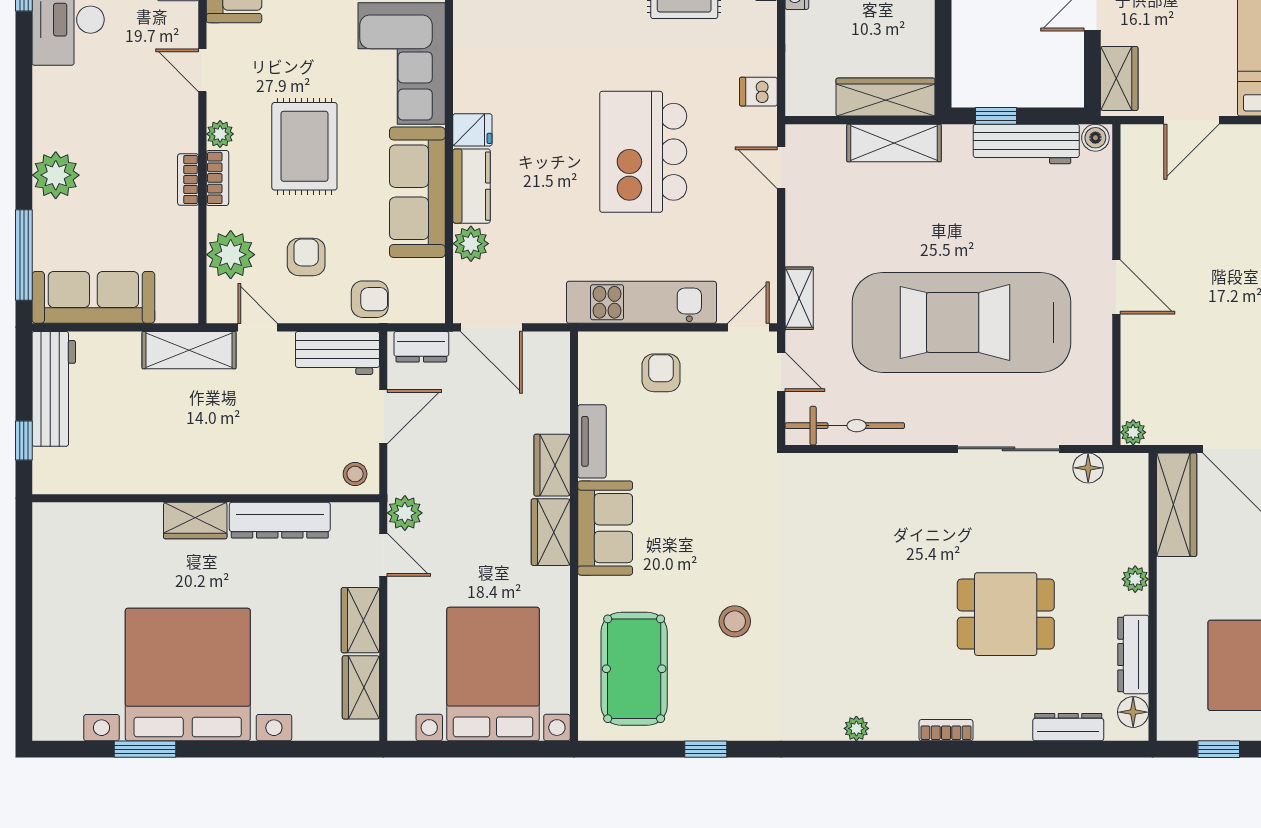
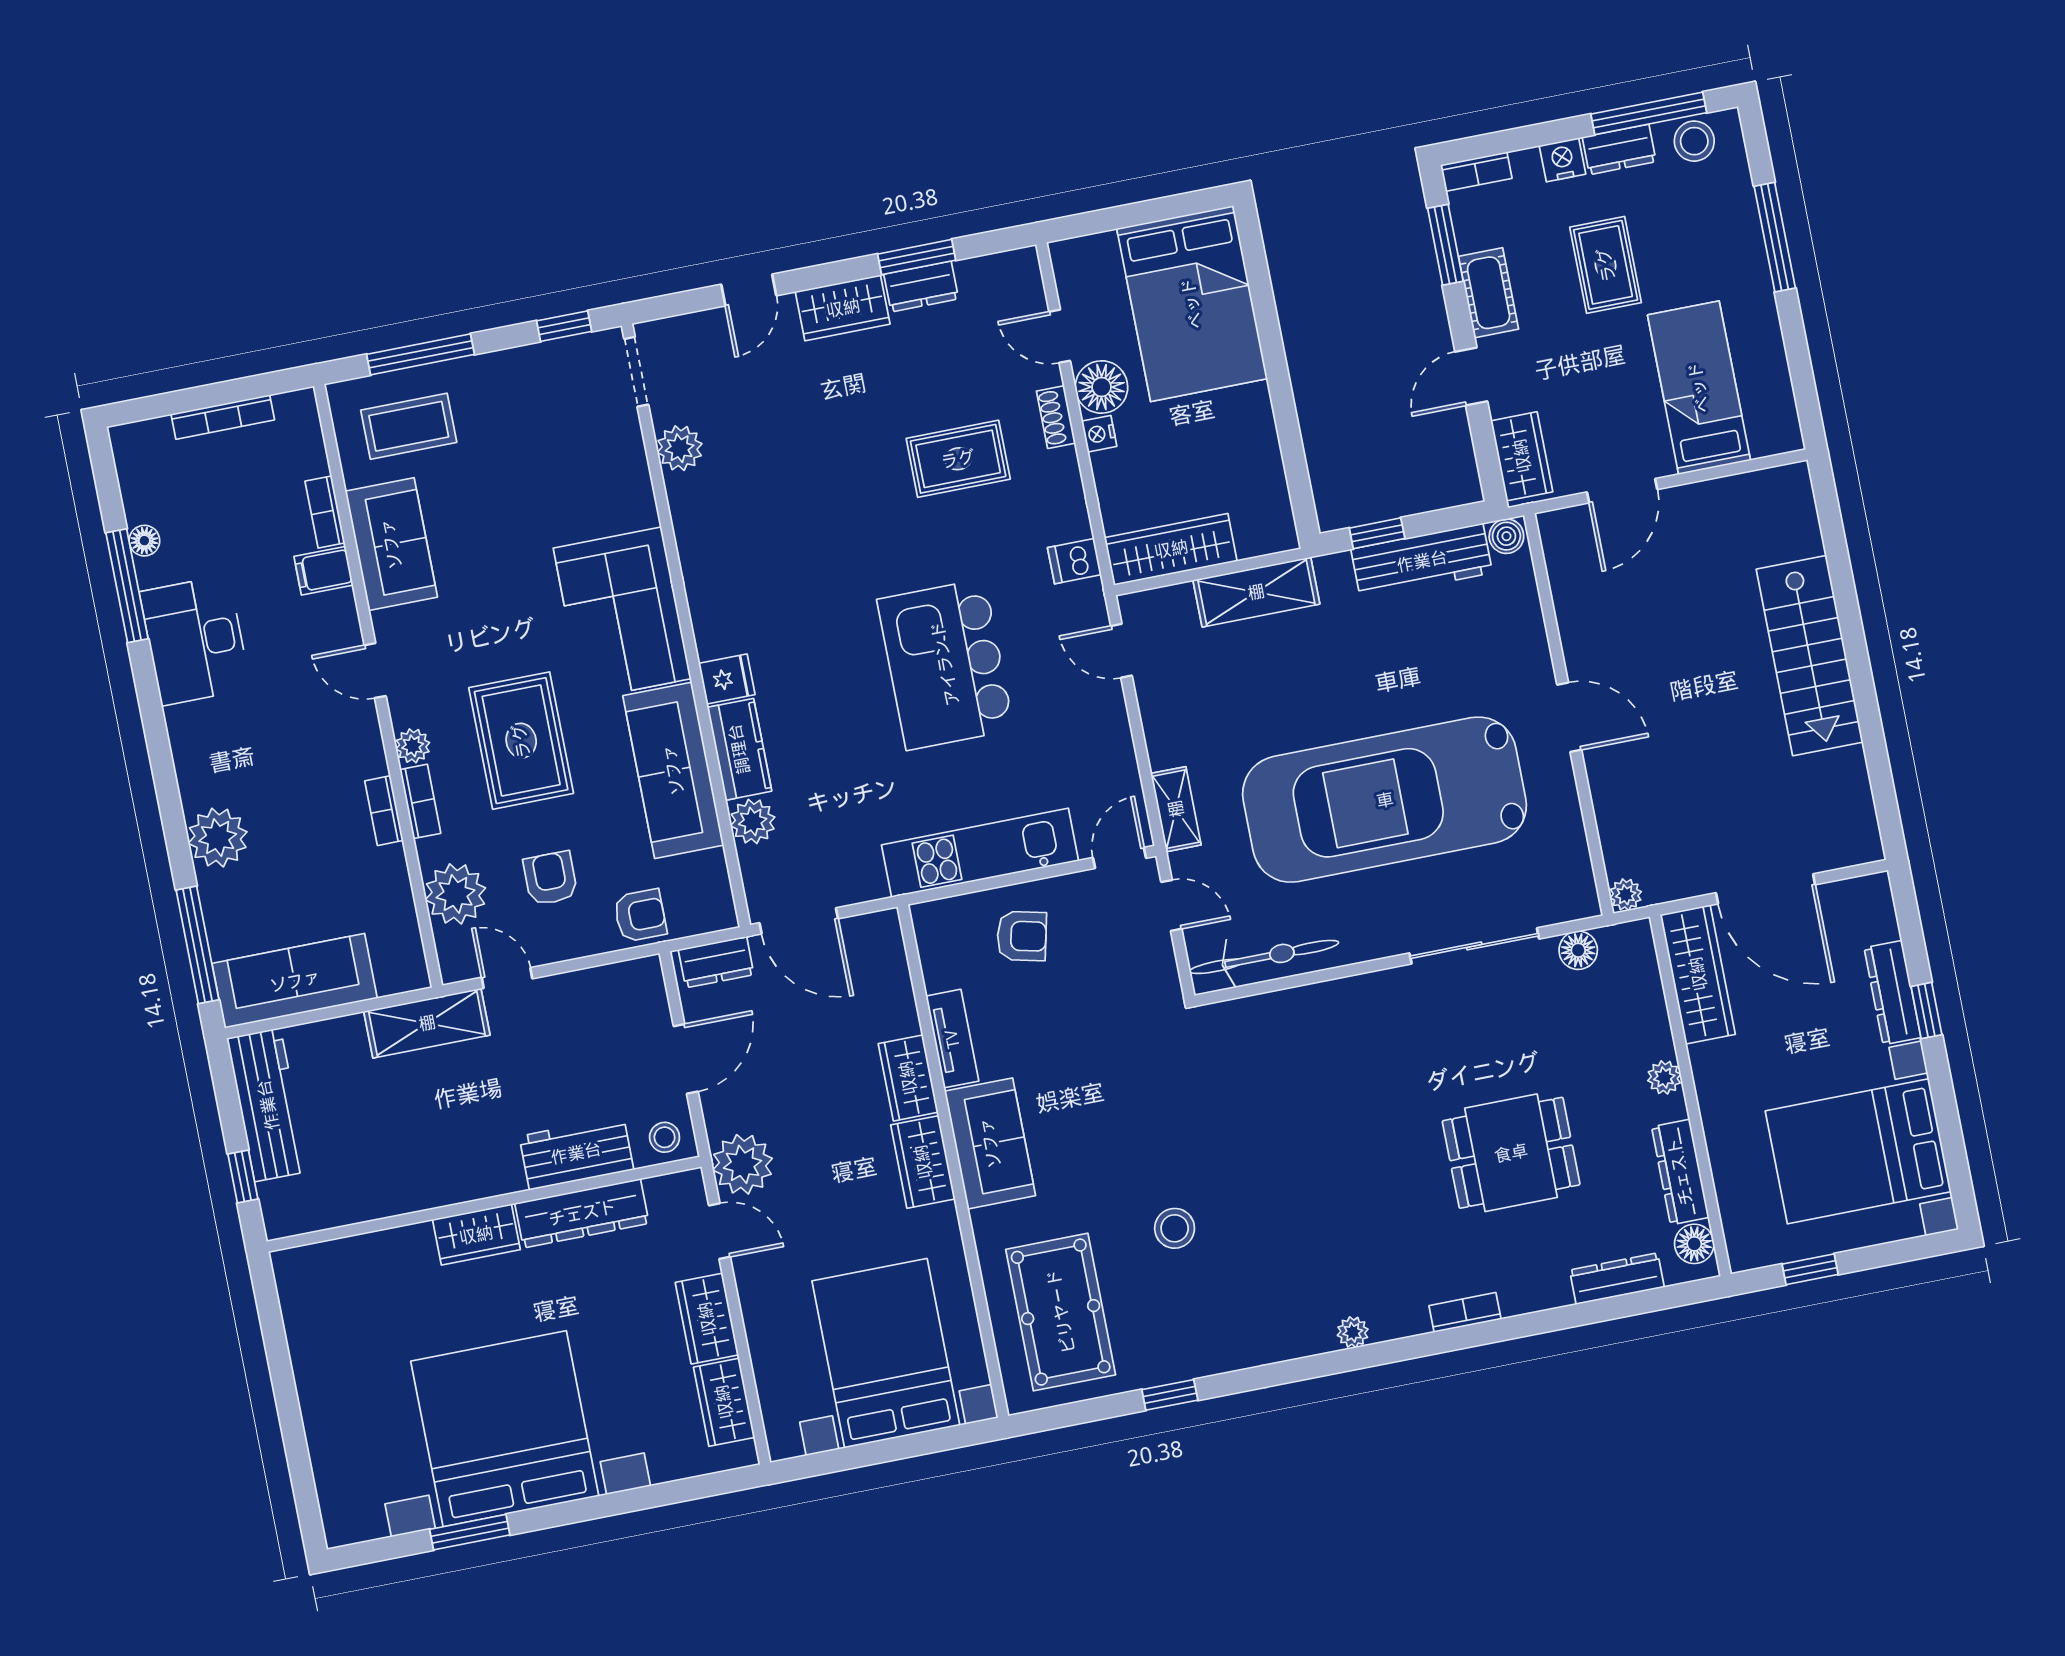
wardrobe: (885, 97) -> (1171, 549), moved
workbench: (337, 353) -> (576, 1153), moved, turned 180
armchair: (661, 373) -> (1022, 936), turned 103
plant: (405, 513) -> (743, 1164), width x1.36, depth x1.36

